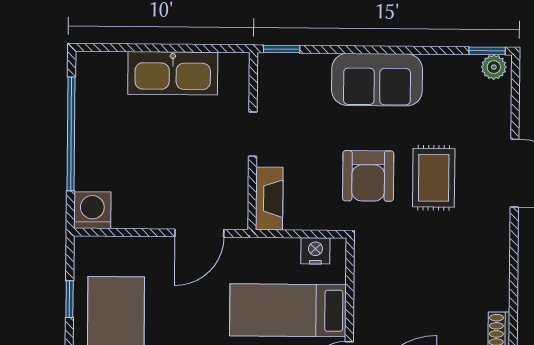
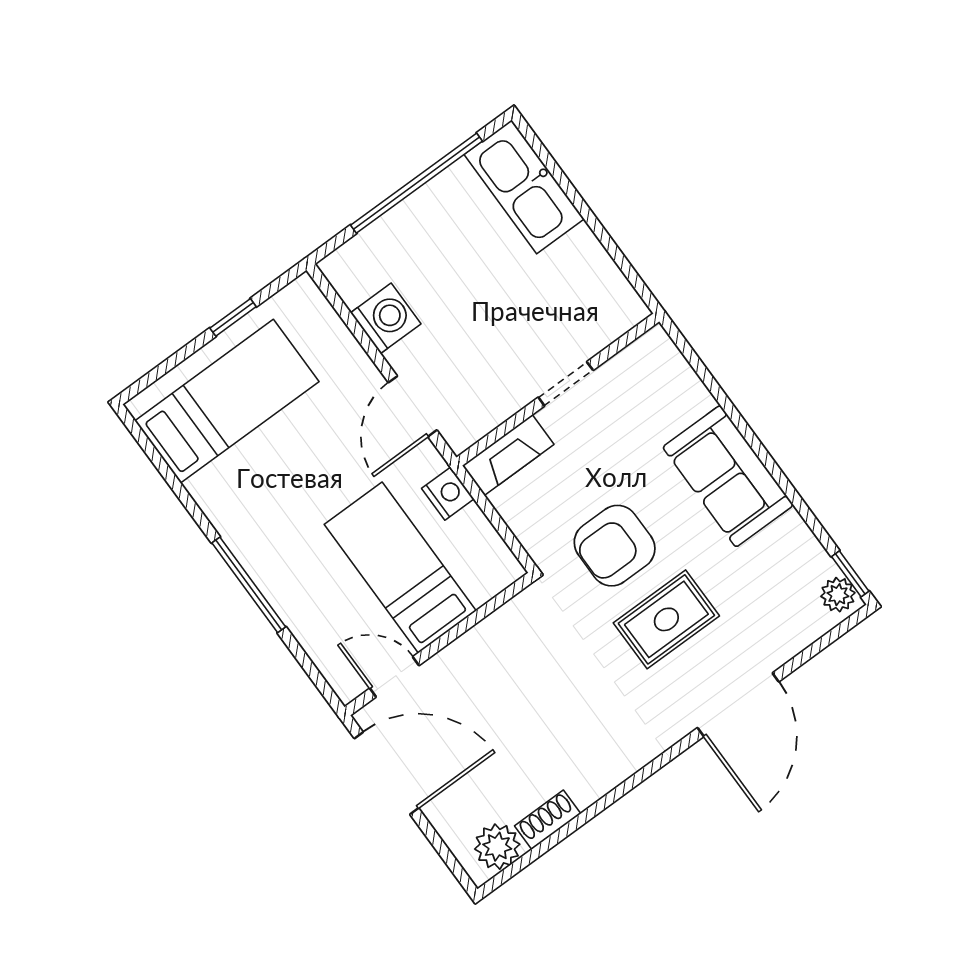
window: (282, 49) -> (683, 346), removed
kitchen sink: (173, 73) -> (524, 187), moved
washing machine: (92, 210) -> (386, 318), moved
door: (199, 233) -> (413, 406), hinge flipped
nightstand: (315, 251) -> (448, 494), moved

